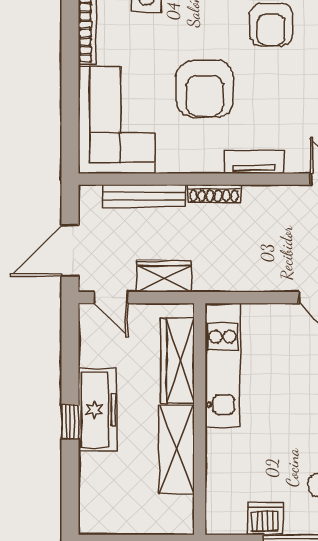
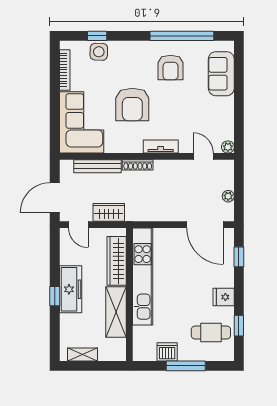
kitchen unit: (223, 365) -> (143, 276), width x1.36
shelving: (118, 523) -> (82, 354), added

